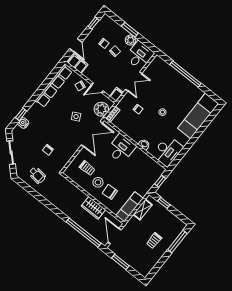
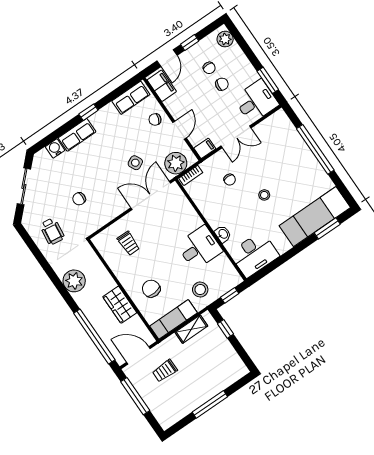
window: (94, 23) -> (190, 43), moved
window: (130, 30) -> (268, 80), moved
plant: (131, 40) -> (225, 39), moved
door: (97, 88) -> (180, 130), swing flipped
row of seats: (46, 95) -> (77, 135), moved
window: (21, 114) -> (88, 112), moved
window: (208, 121) -> (327, 228), added
double door: (92, 134) -> (151, 195), swing flipped
desk: (121, 149) -> (199, 248), moved
stool: (98, 182) -> (200, 290), moved
plant: (60, 202) -> (74, 281), added
door: (115, 236) -> (138, 355), hinge flipped
trolley: (154, 241) -> (165, 371), moved
window: (177, 241) -> (210, 404), moved
window: (120, 262) -> (135, 396), width x1.44

